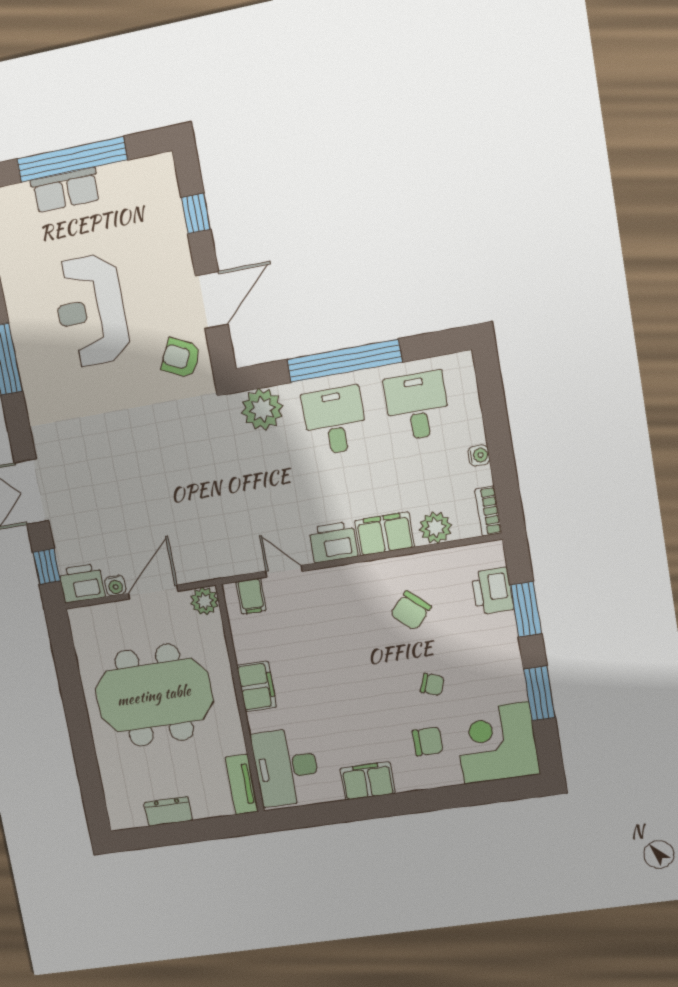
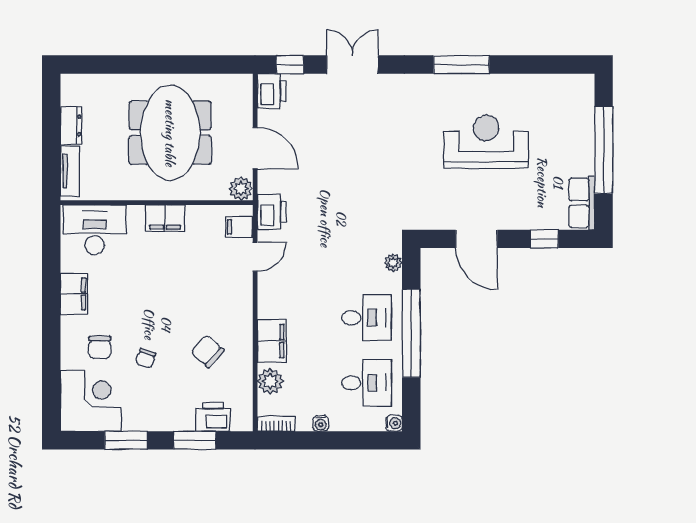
row of seats: (66, 190) -> (582, 203), moved
armchair: (181, 358) -> (437, 206), removed
plant: (262, 409) -> (393, 263), width x0.53, depth x0.53
printer: (333, 542) -> (272, 212), moved
water cooler: (115, 585) -> (394, 423), moved, turned 180
tv unit: (242, 784) -> (70, 171), moved, turned 90

